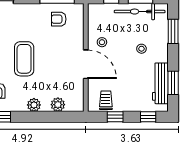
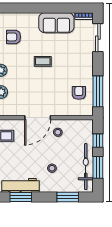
coffee table: (24, 59) -> (43, 61), width x0.54, depth x0.58

